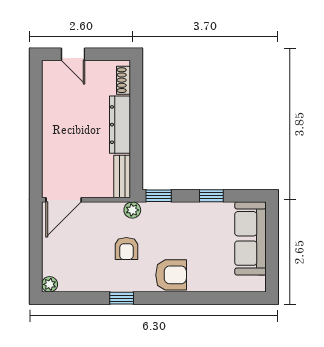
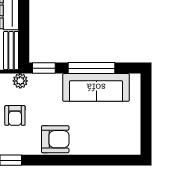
window: (211, 196) -> (92, 68), width x2.17
sofa: (250, 238) -> (96, 87), moved, turned -90

